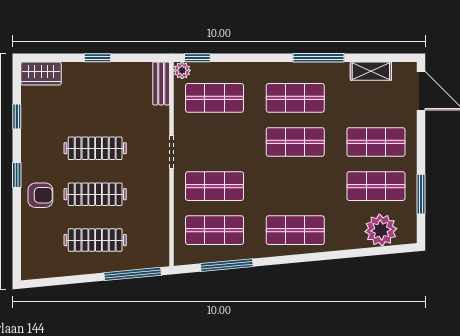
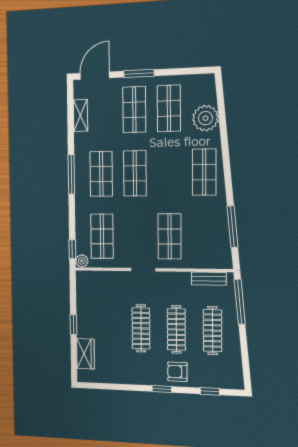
window: (318, 58) -> (71, 174), moved
wardrobe: (41, 74) -> (85, 354), moved
bench: (161, 83) -> (209, 279), moved
window: (17, 116) -> (210, 391), moved
window: (421, 194) -> (139, 73), moved
armchair: (40, 195) -> (177, 372), turned -90
shop shelf: (215, 230) -> (204, 236), removed
plant: (381, 230) -> (205, 118), moved

